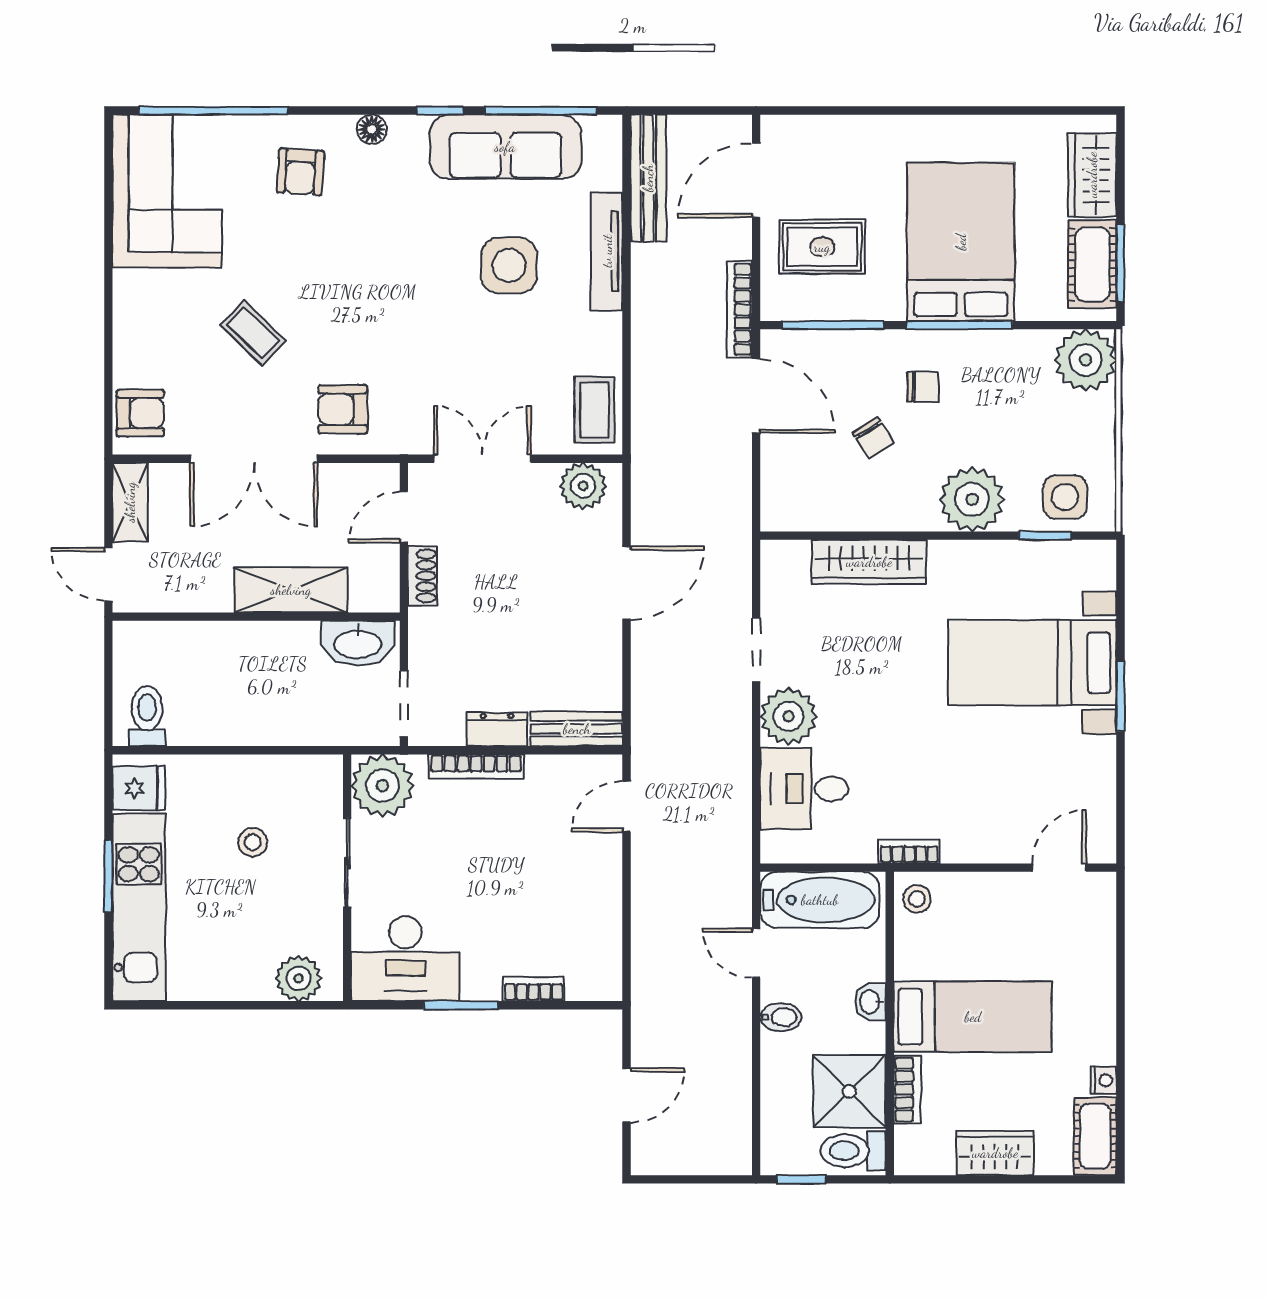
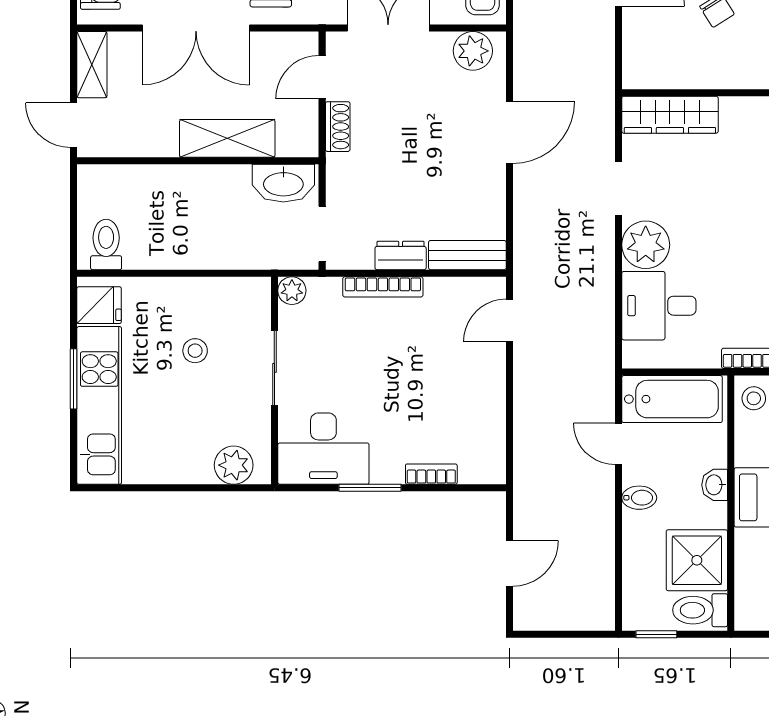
wardrobe: (869, 562) -> (670, 115), moved
plant: (382, 786) -> (292, 291), width x0.53, depth x0.53
bookcase: (907, 1090) -> (746, 559), removed

